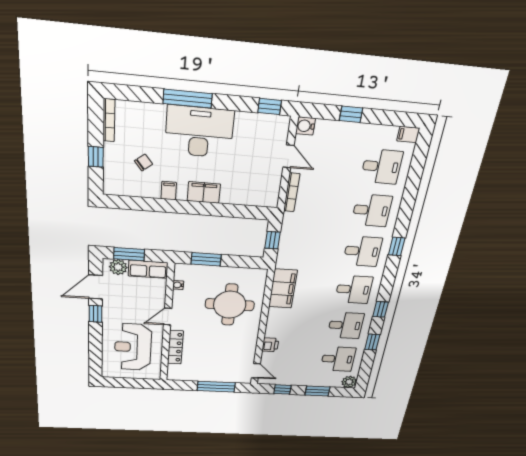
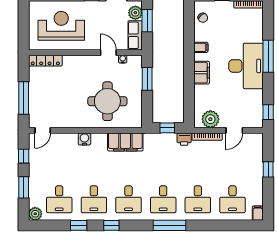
water cooler: (305, 126) -> (84, 139), moved
chair: (144, 162) -> (203, 18), moved
plant: (269, 186) -> (210, 119), added
window: (397, 246) -> (169, 225), width x2.17
door: (168, 317) -> (108, 53), moved
printer: (270, 345) -> (184, 139), moved
locker: (175, 347) -> (45, 61), moved

